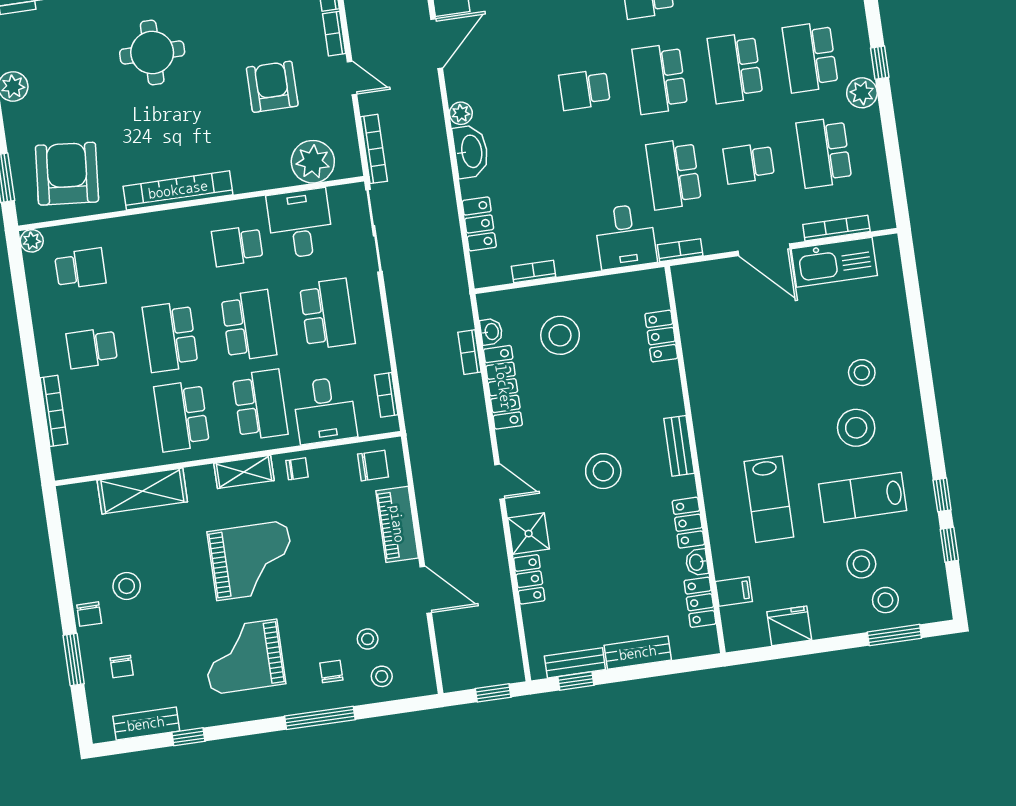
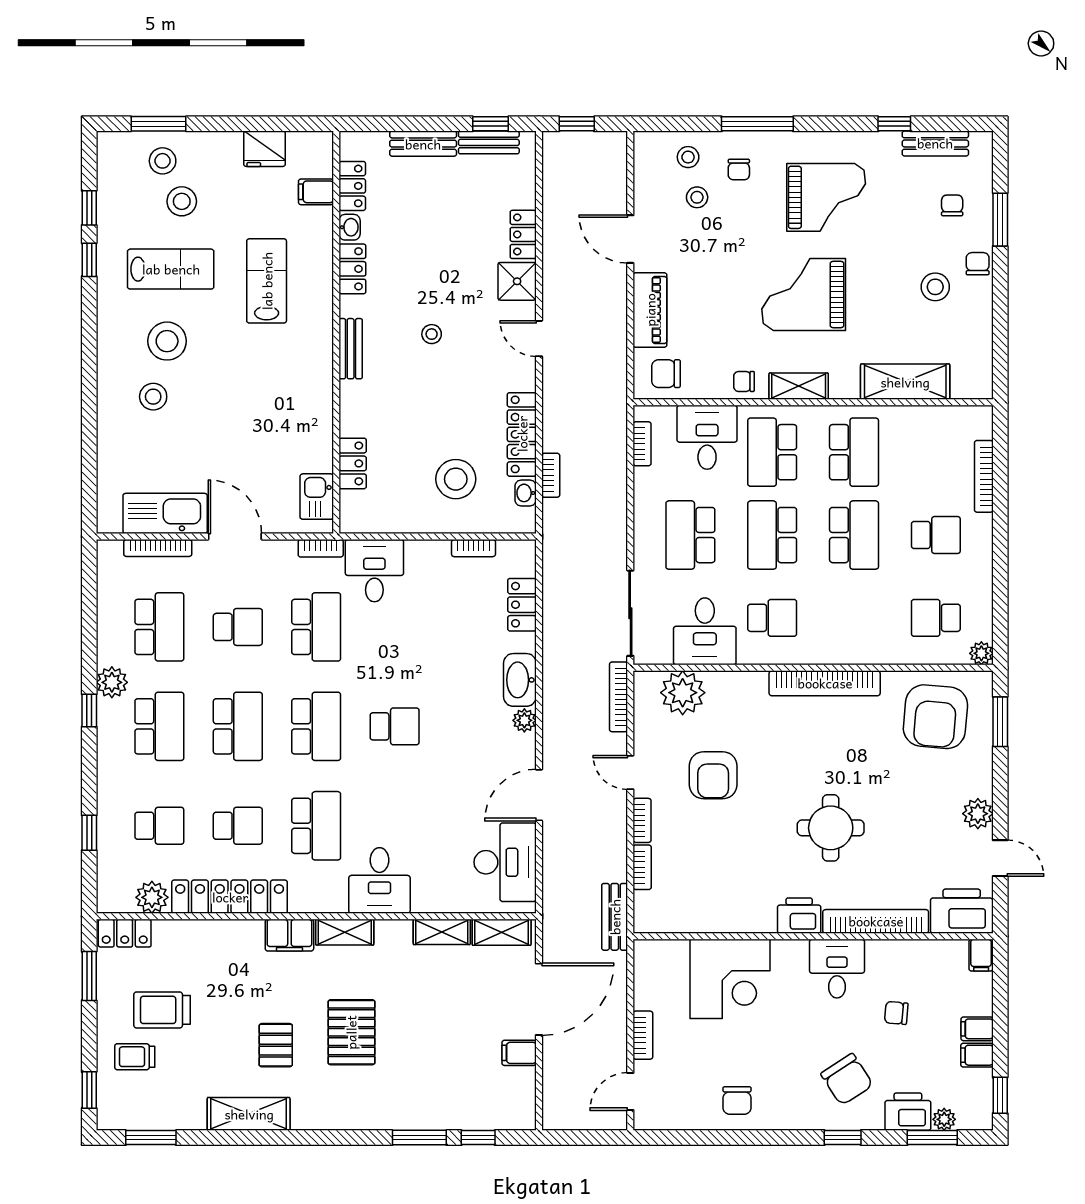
kitchen sink: (691, 299) -> (317, 497), added
stool: (603, 471) -> (432, 334), width x0.53, depth x0.53

